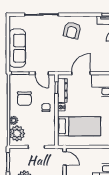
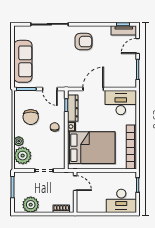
armchair: (72, 30) -> (84, 42), turned -103
bed: (79, 126) -> (91, 148), width x1.50

